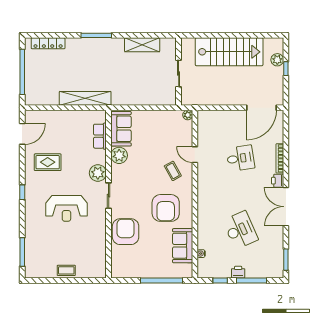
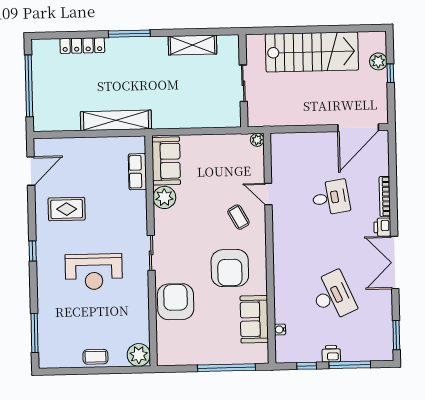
locker: (48, 43) -> (82, 46), moved
plant: (98, 173) -> (139, 355), moved

